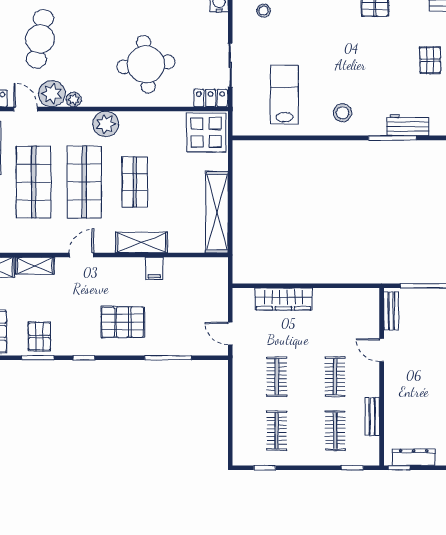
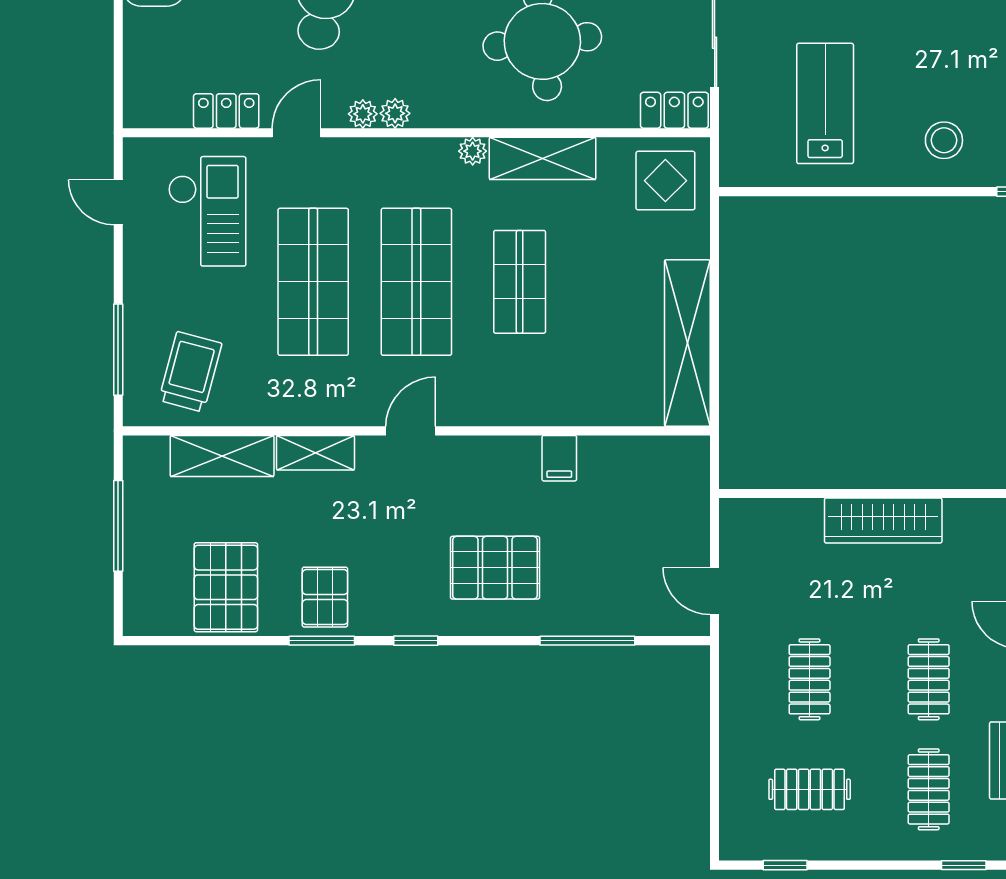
plant: (52, 94) -> (363, 114), width x0.53, depth x0.53
door: (26, 109) -> (297, 133), hinge flipped
plant: (106, 124) -> (473, 151), width x0.53, depth x0.53
display table: (206, 132) -> (665, 181), width x0.73, depth x0.73
shelving: (142, 242) -> (543, 158), moved
wardrobe: (283, 299) -> (883, 520), moved
clothes rail: (277, 431) -> (810, 789), turned 90

